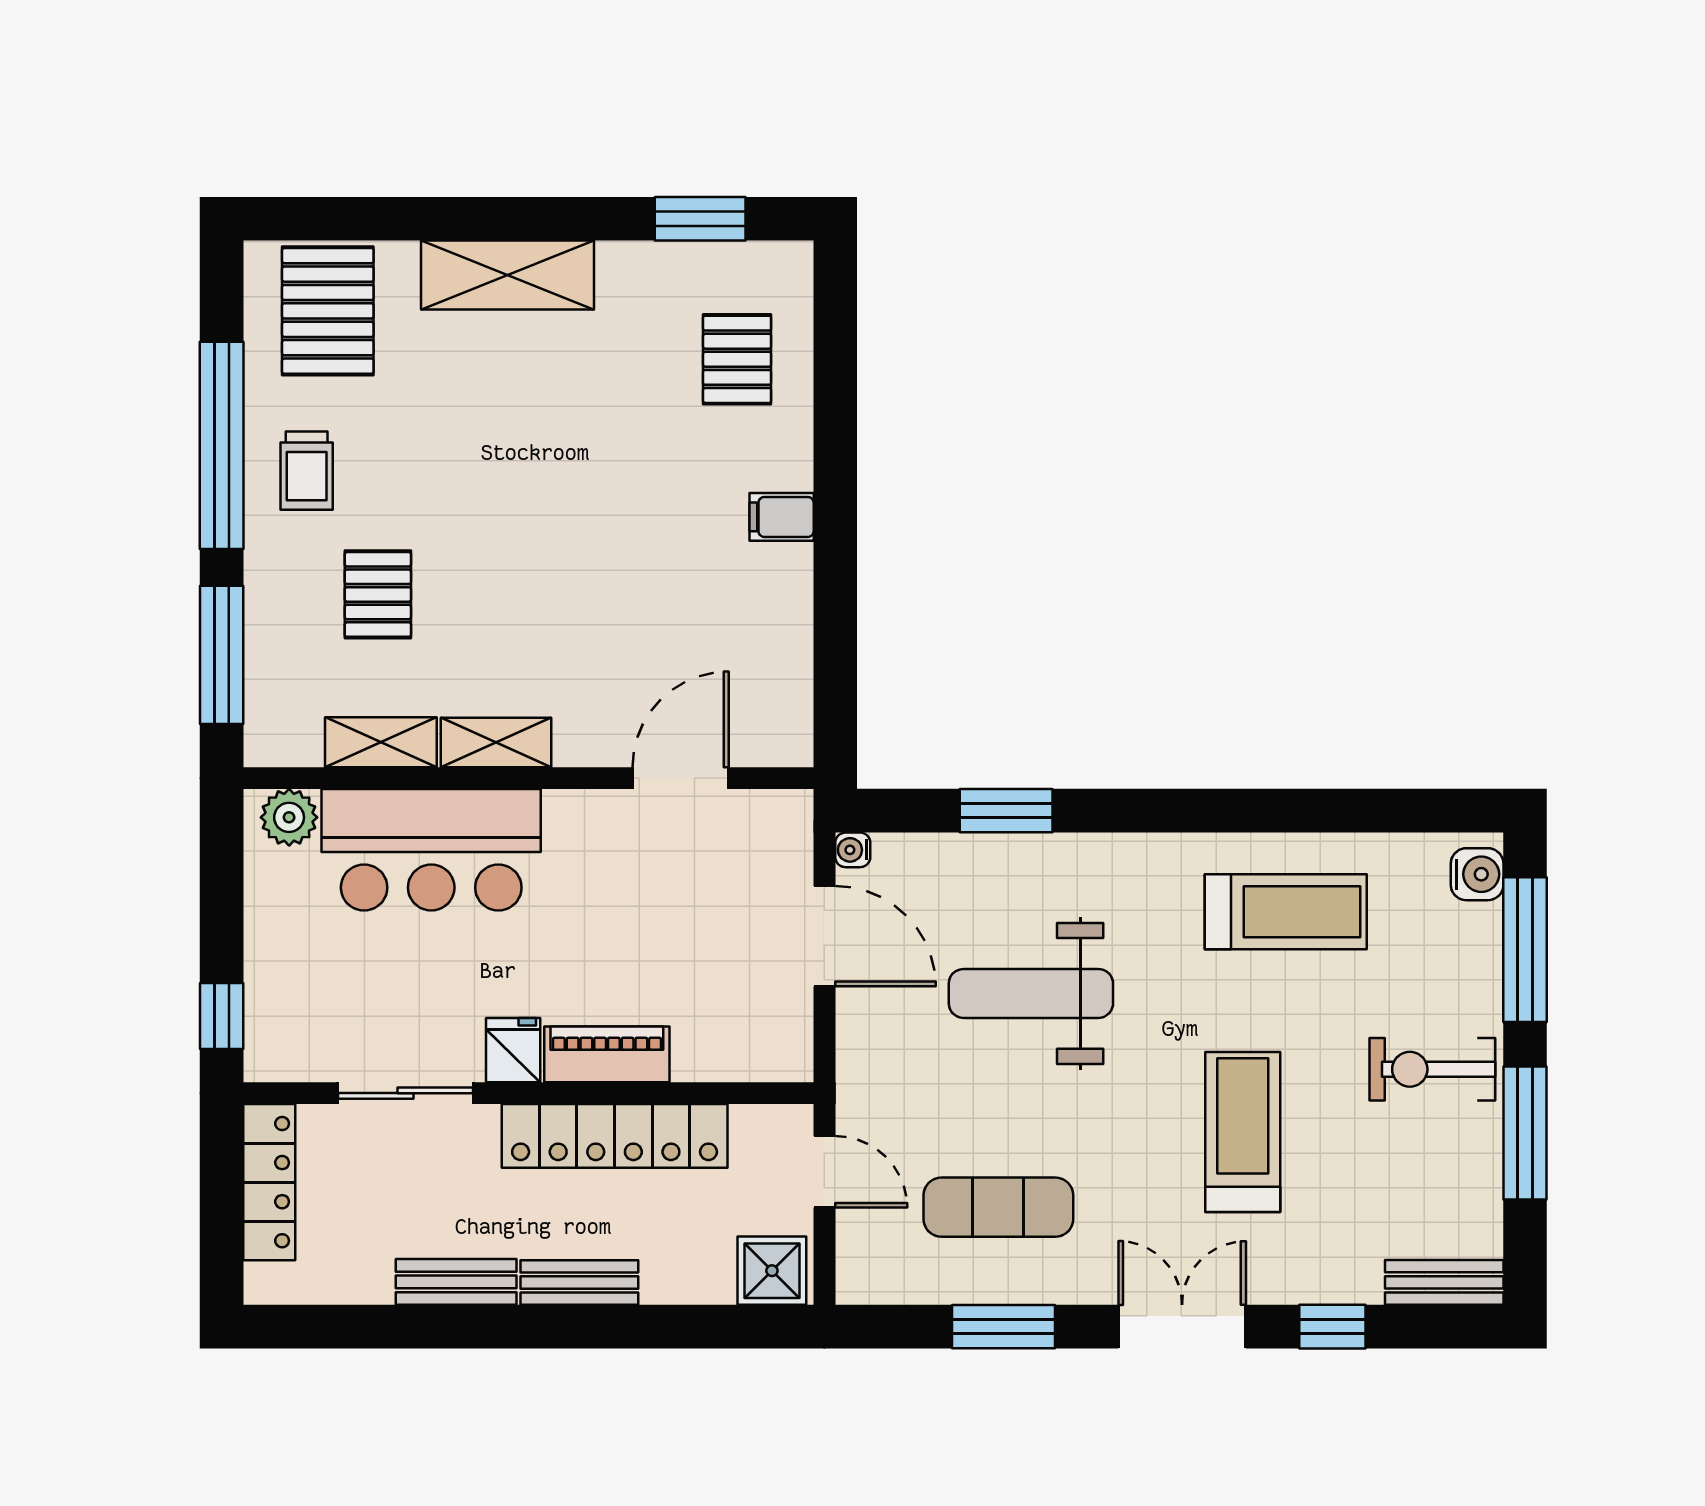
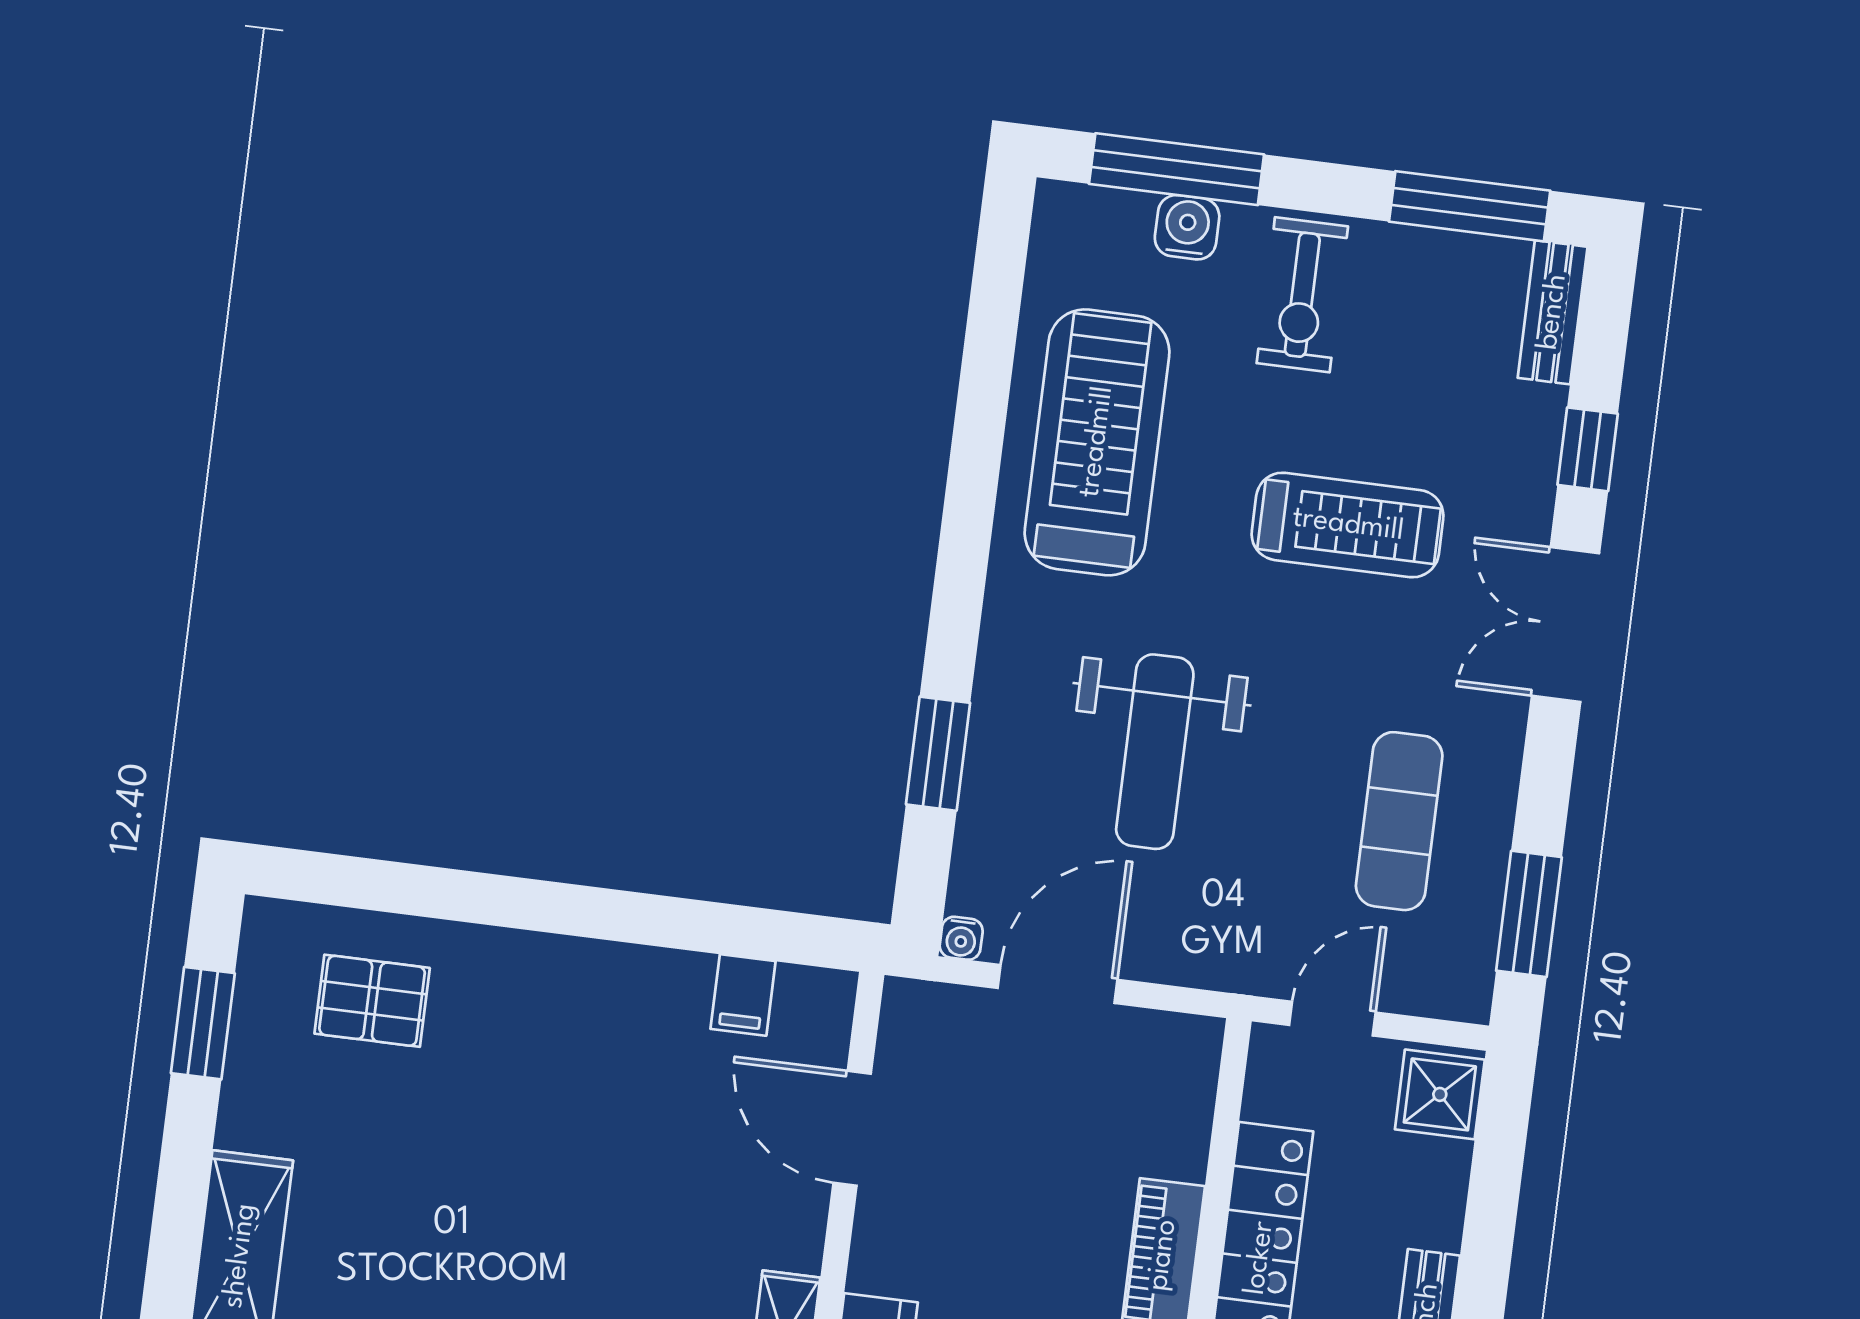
filing cabinet: (782, 517) -> (743, 995), moved
water cooler: (1477, 874) -> (1187, 227), moved
treadmill: (1286, 912) -> (1097, 442), width x1.37, depth x1.38
treadmill: (1243, 1132) -> (1348, 525), turned 180
window: (1525, 1133) -> (1470, 206), moved
window: (1003, 1327) -> (1529, 914), moved

